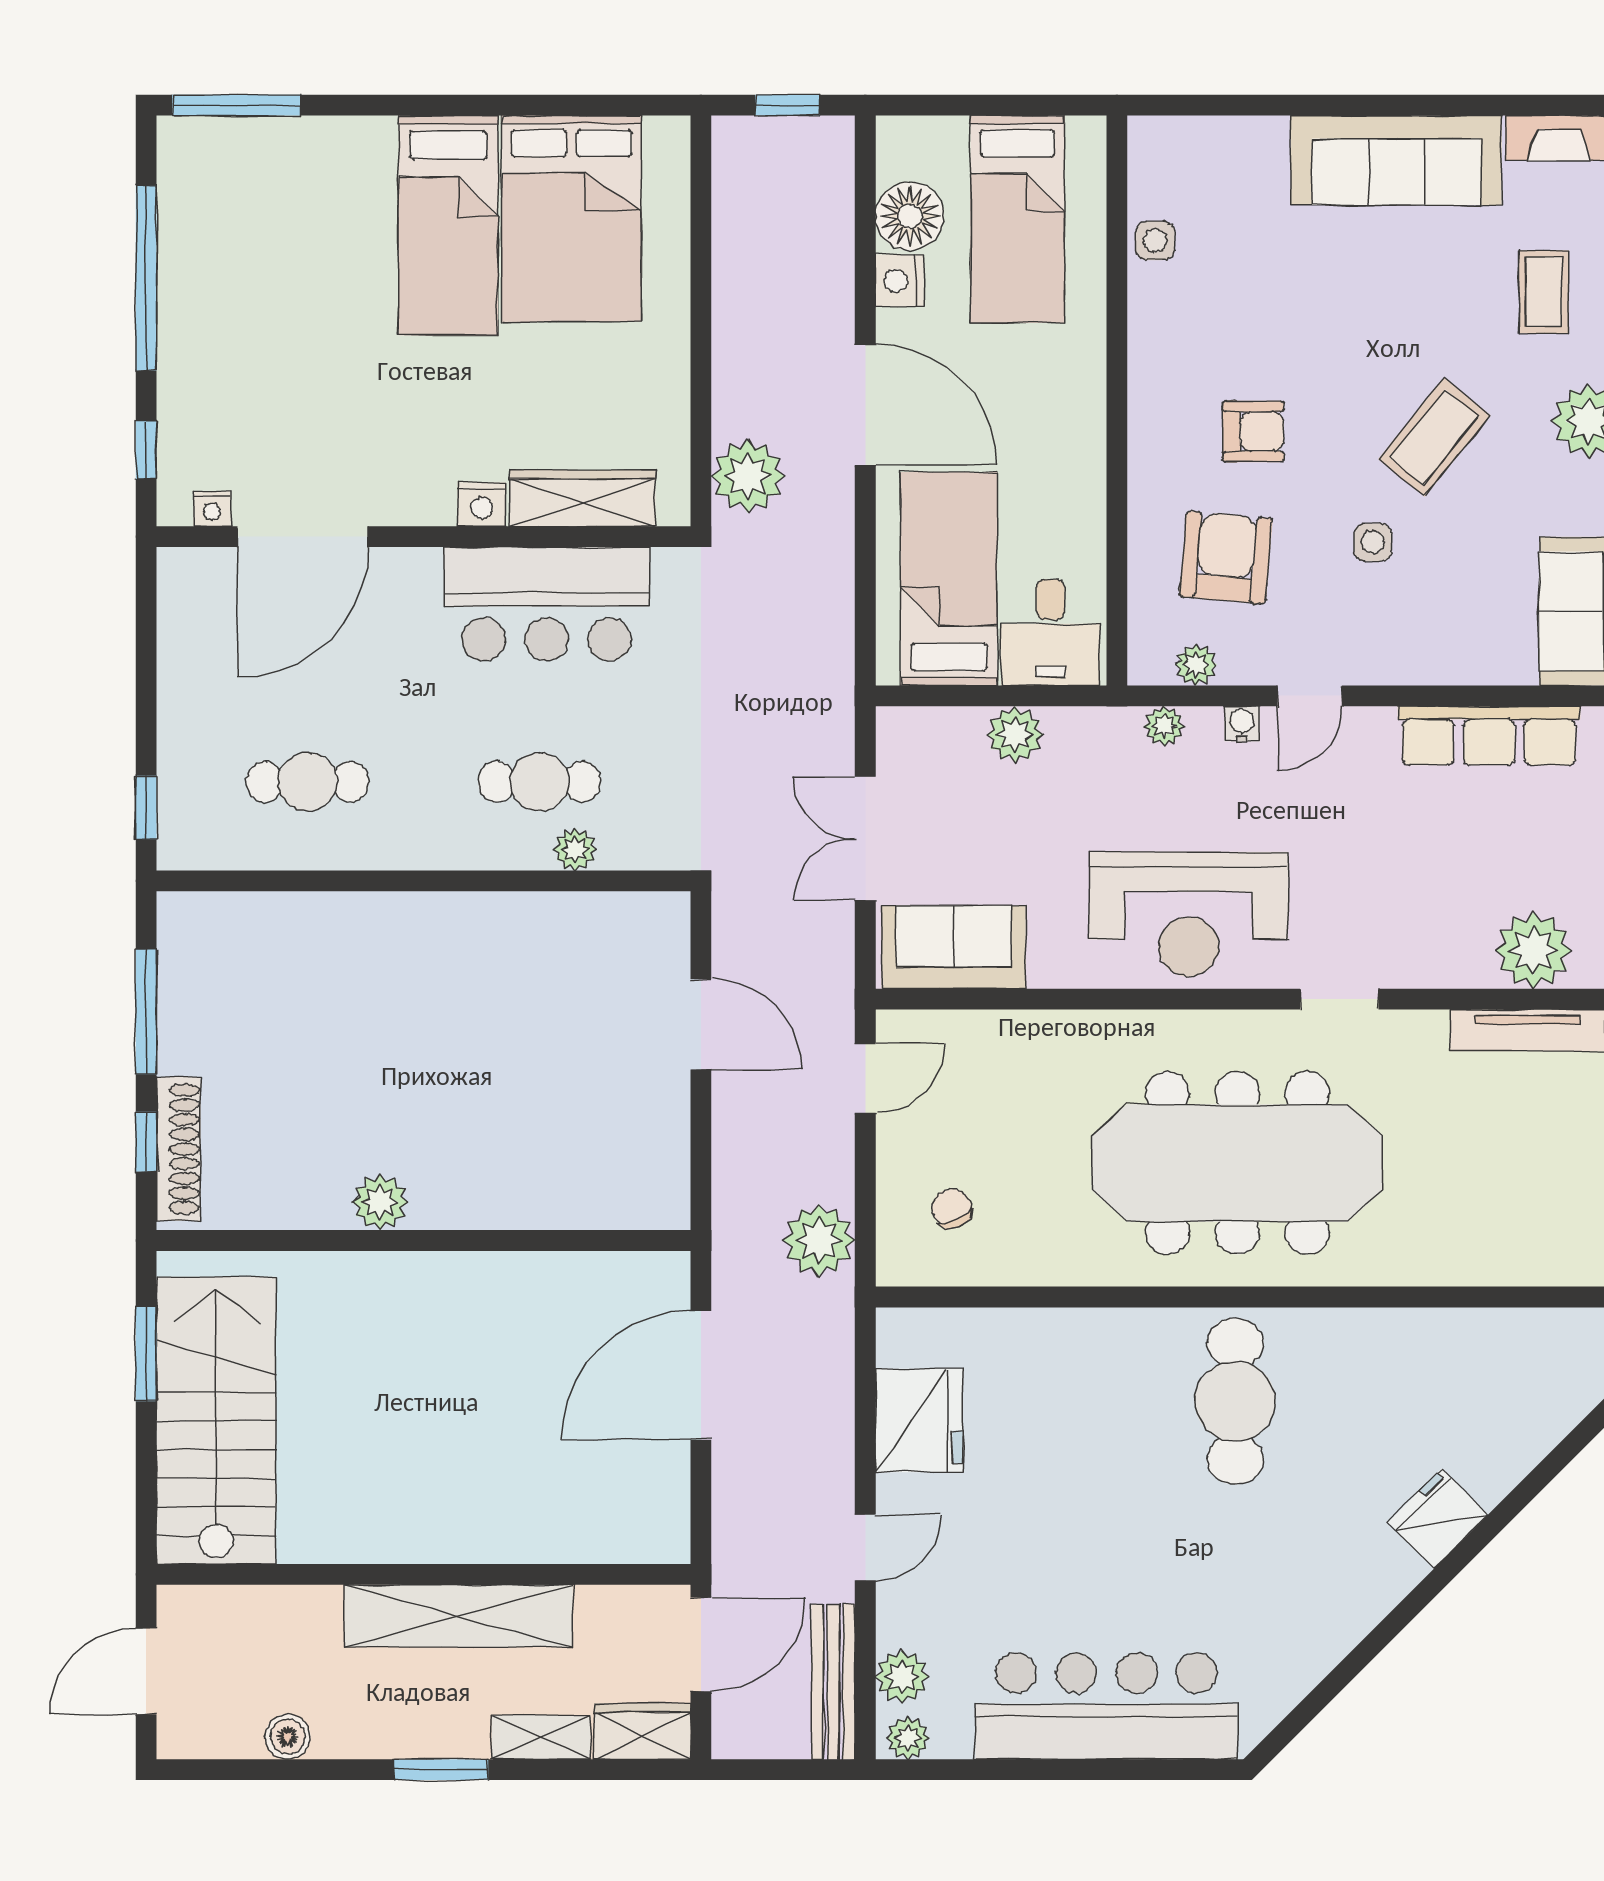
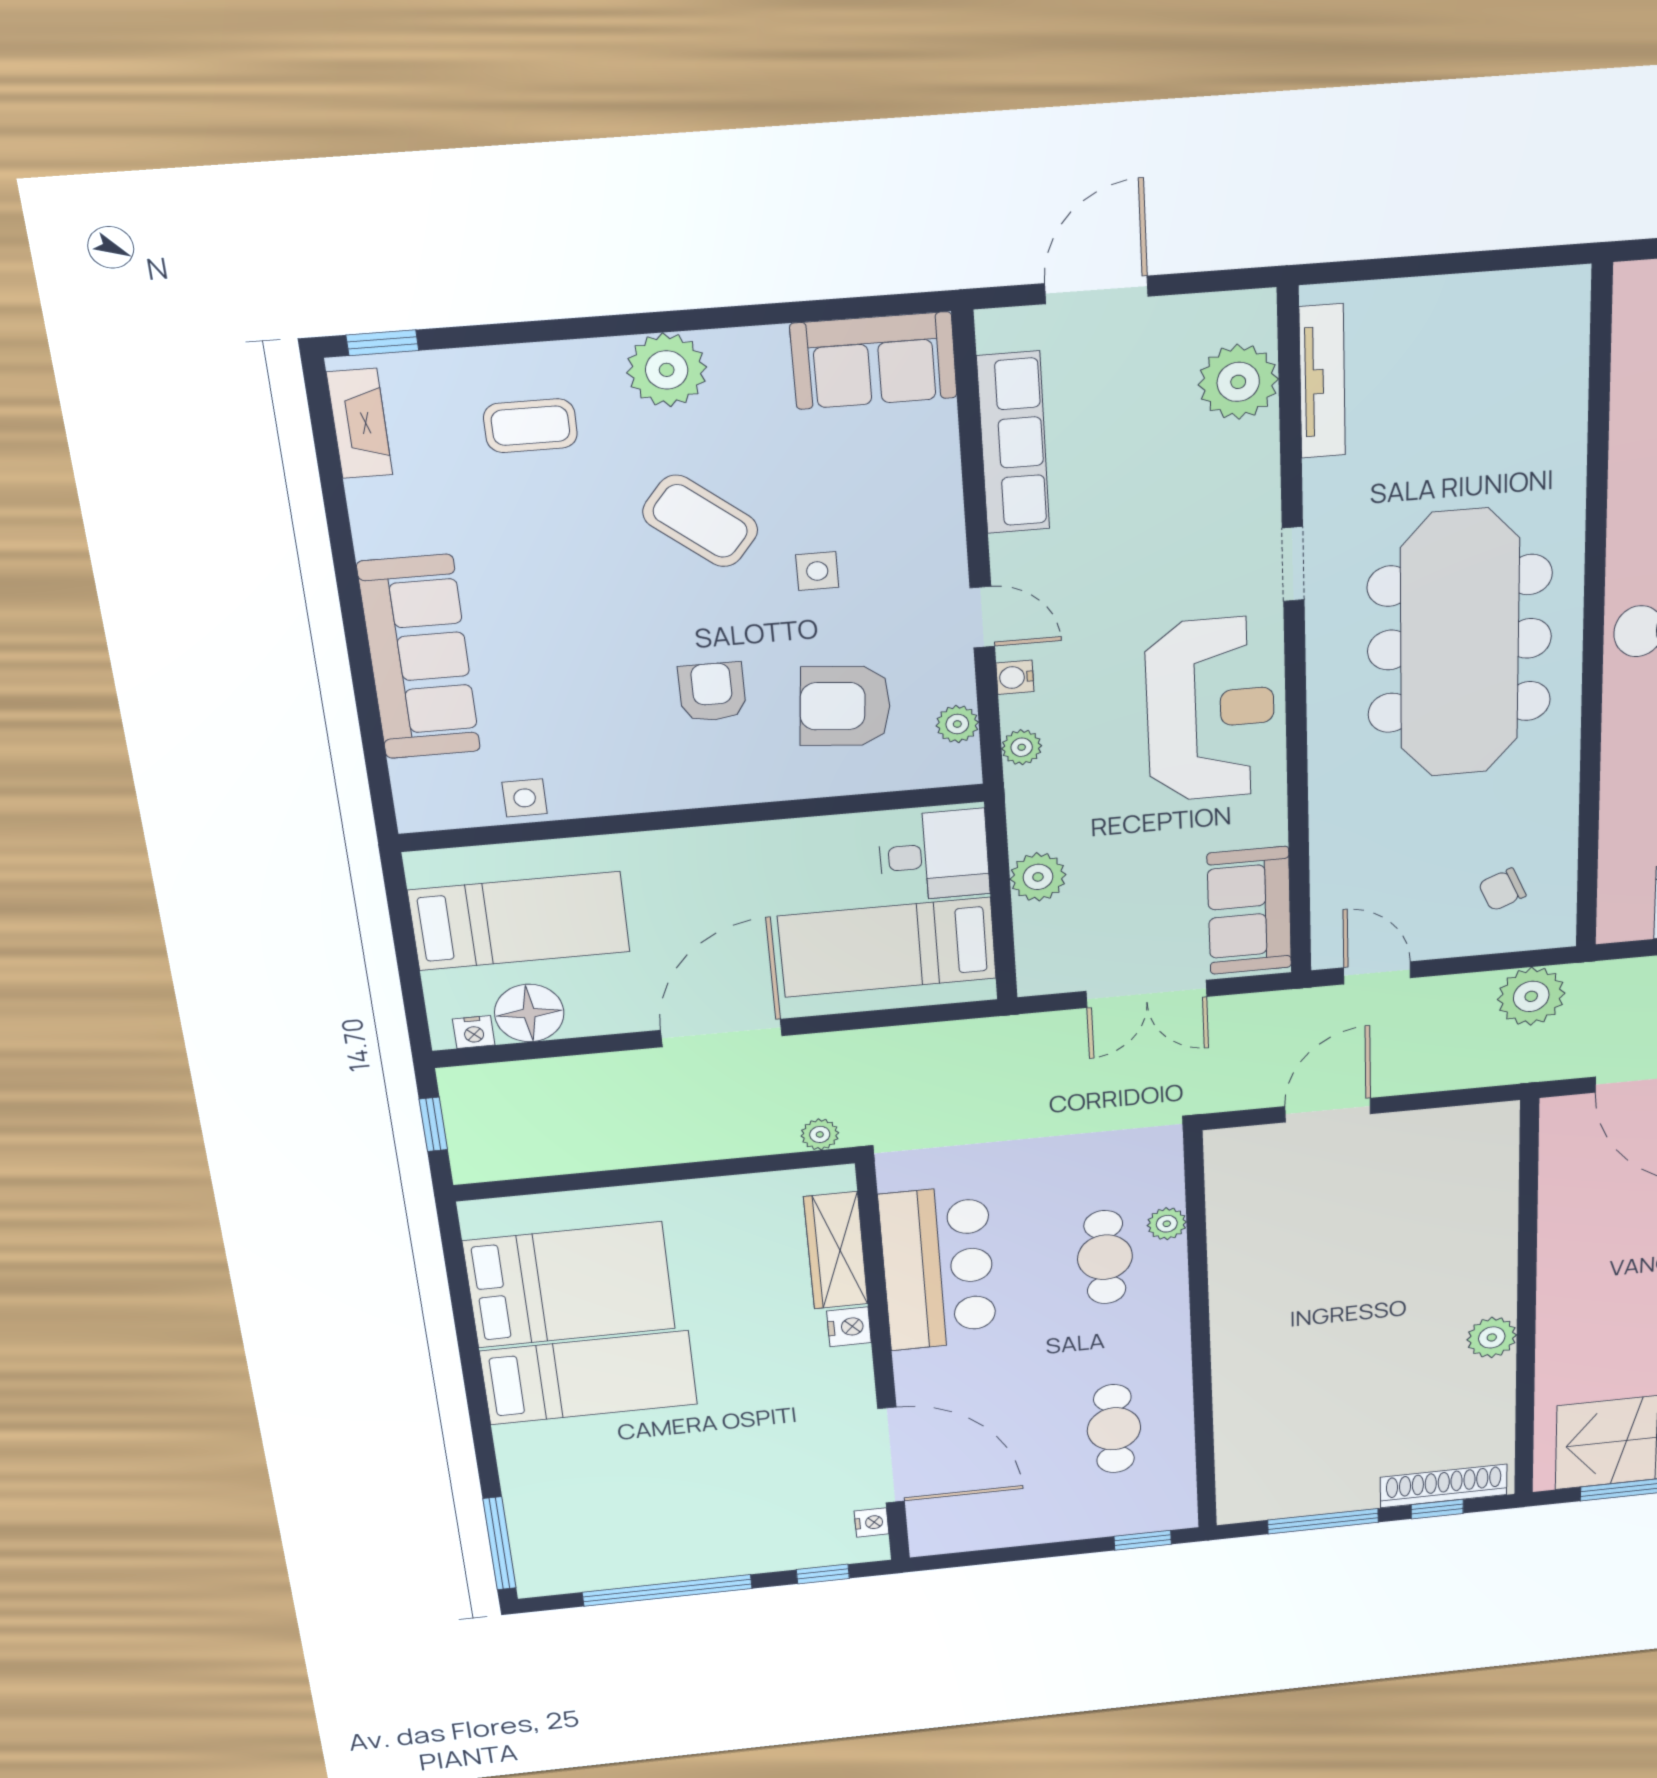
sofa: (1396, 160) -> (419, 657), moved
nightstand: (900, 281) -> (474, 1032), moved, width x0.72, depth x0.74
plant: (748, 476) -> (820, 1134), width x0.53, depth x0.53

